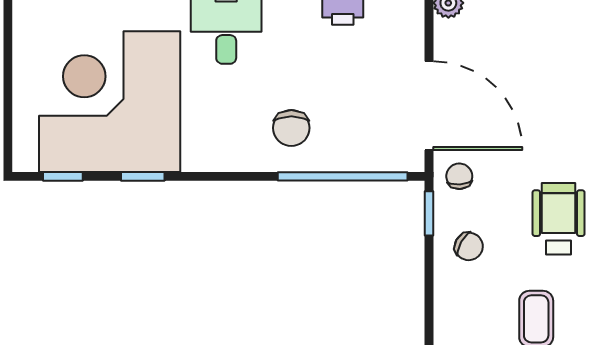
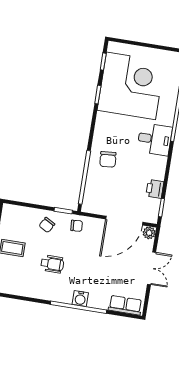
door: (429, 106) -> (124, 221), moved
chair: (291, 128) -> (108, 159), turned -95
wheelchair: (559, 219) -> (52, 264), width x0.73, depth x0.73

